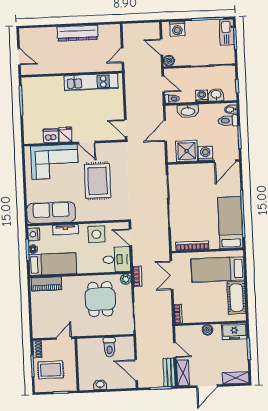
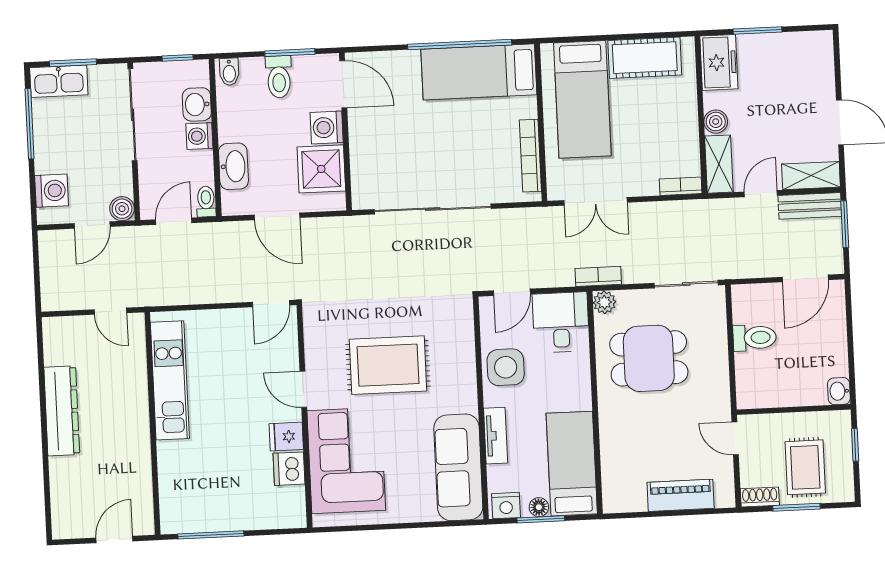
toilet: (228, 121) -> (279, 77), moved
door: (87, 142) -> (303, 389), swing flipped
piano: (46, 284) -> (681, 495), moved, turned -90
shelving: (236, 378) -> (719, 164), moved
washbasin: (100, 385) -> (839, 391), moved

